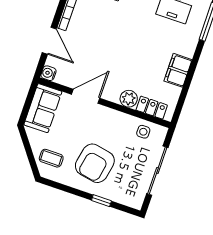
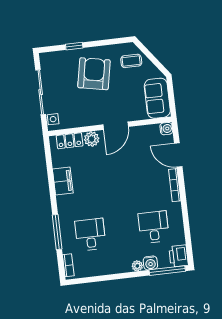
door: (86, 96) -> (116, 126), moved
side table: (143, 132) -> (53, 119), moved

